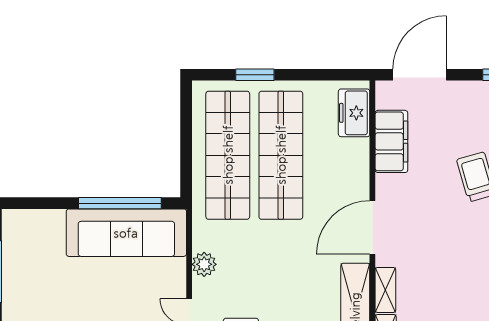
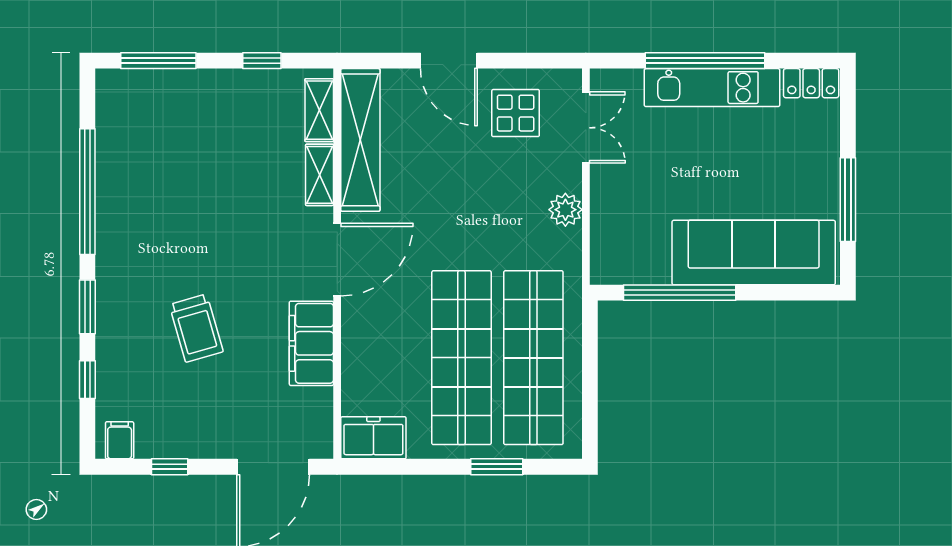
freezer: (354, 113) -> (373, 438), moved, turned -90
filing cabinet: (391, 141) -> (311, 343), moved
sofa: (126, 233) -> (754, 253), moved

